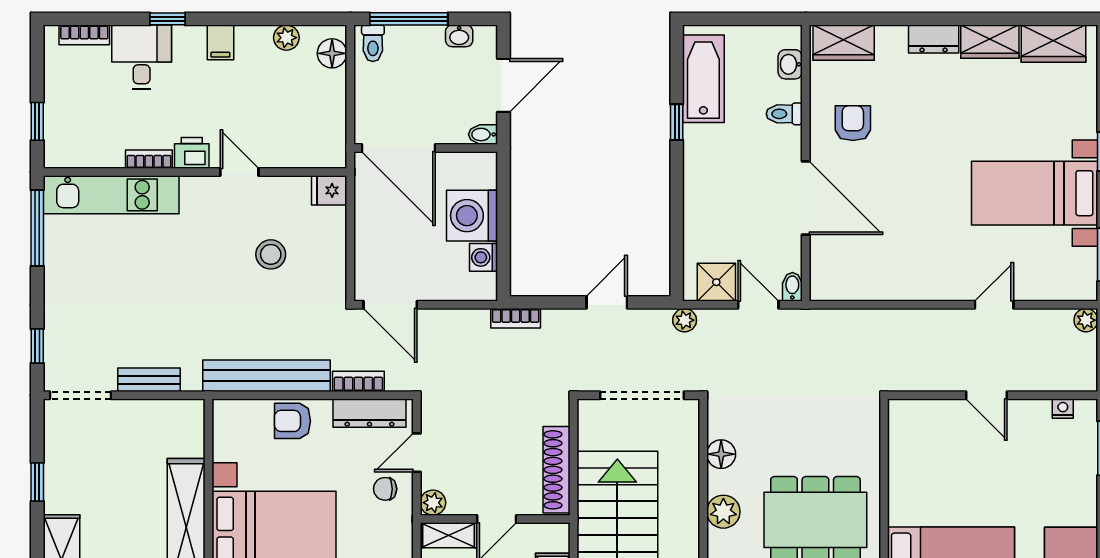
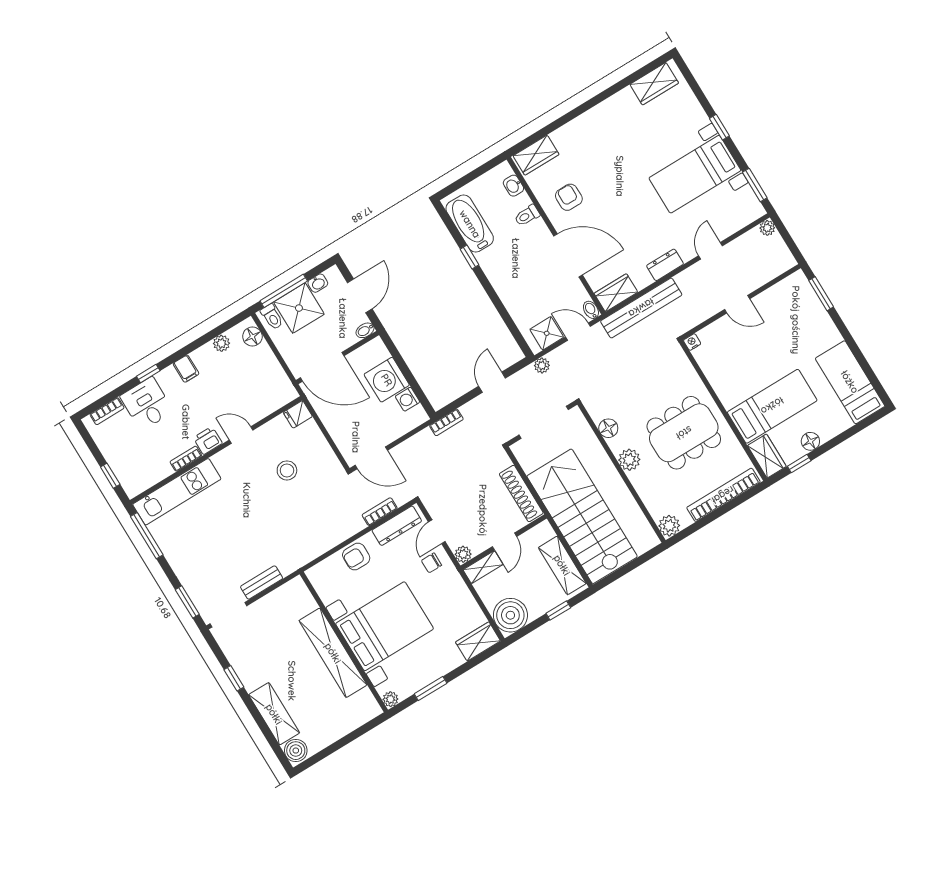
dresser: (934, 39) -> (665, 265), moved, turned 180
wardrobe: (990, 42) -> (616, 293), moved, turned 180
shower: (415, 53) -> (299, 308), added
window: (37, 346) -> (187, 602), width x1.50
bench: (267, 376) -> (641, 308), moved
nightstand: (1063, 409) -> (692, 342), moved

